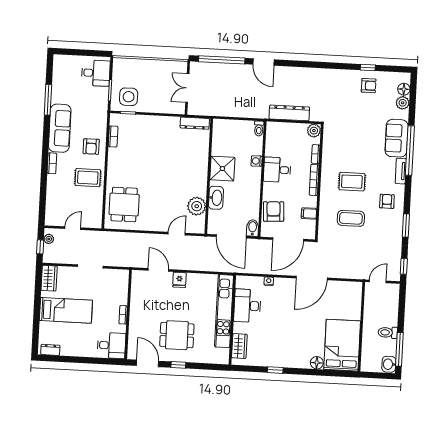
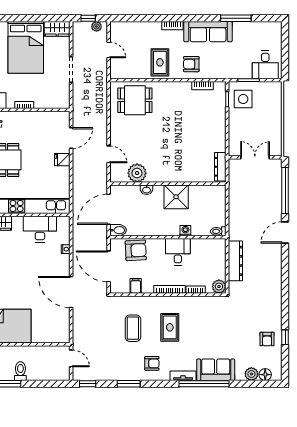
washbasin: (216, 198) -> (147, 190), width x0.52, depth x0.69
bed: (66, 310) -> (26, 47), width x1.50

